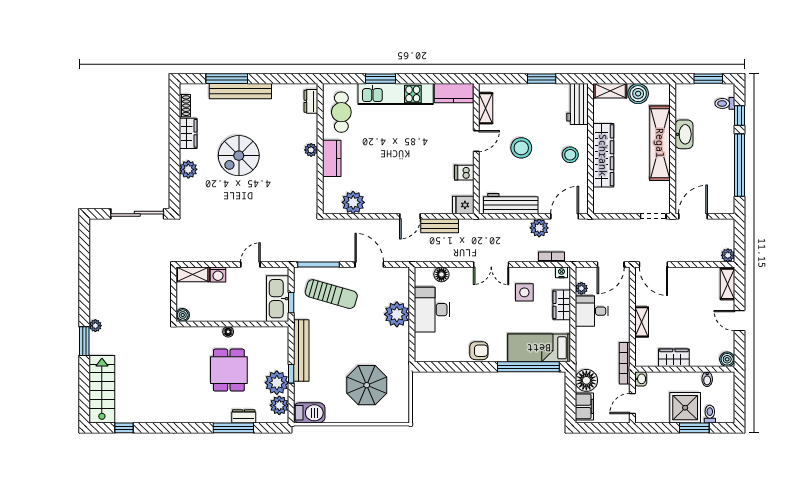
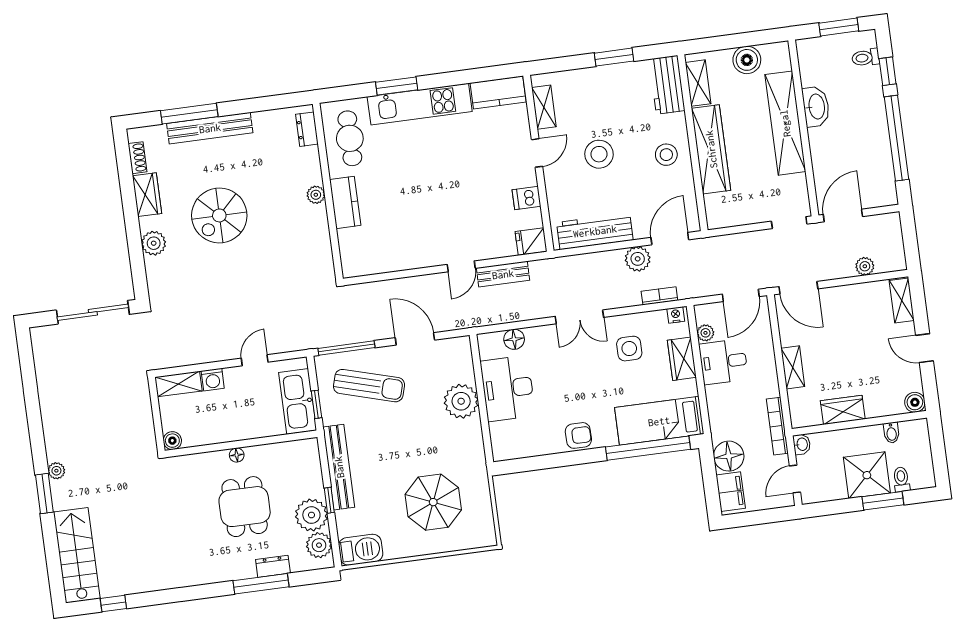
shelving: (610, 91) -> (698, 83), moved, turned 90
plant: (353, 202) -> (382, 258), removed
plant: (728, 255) -> (865, 266), moved

